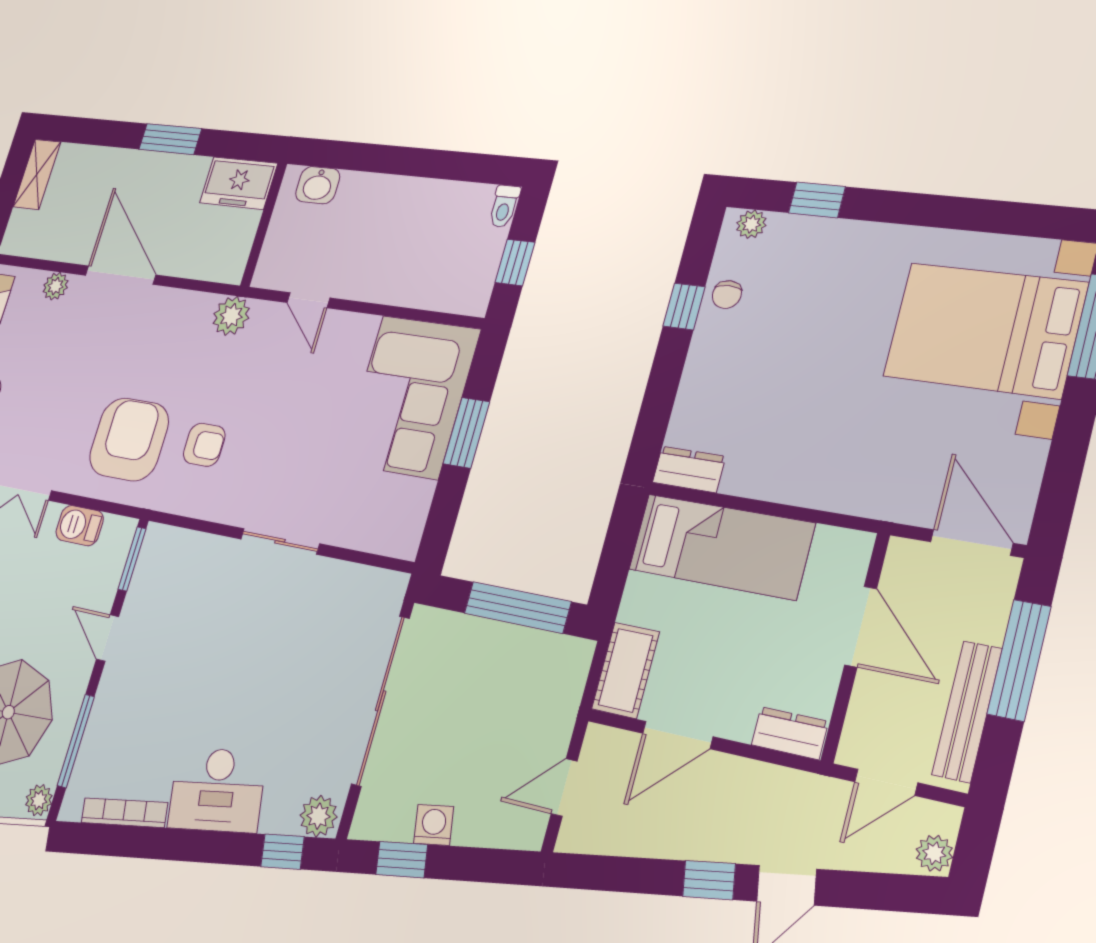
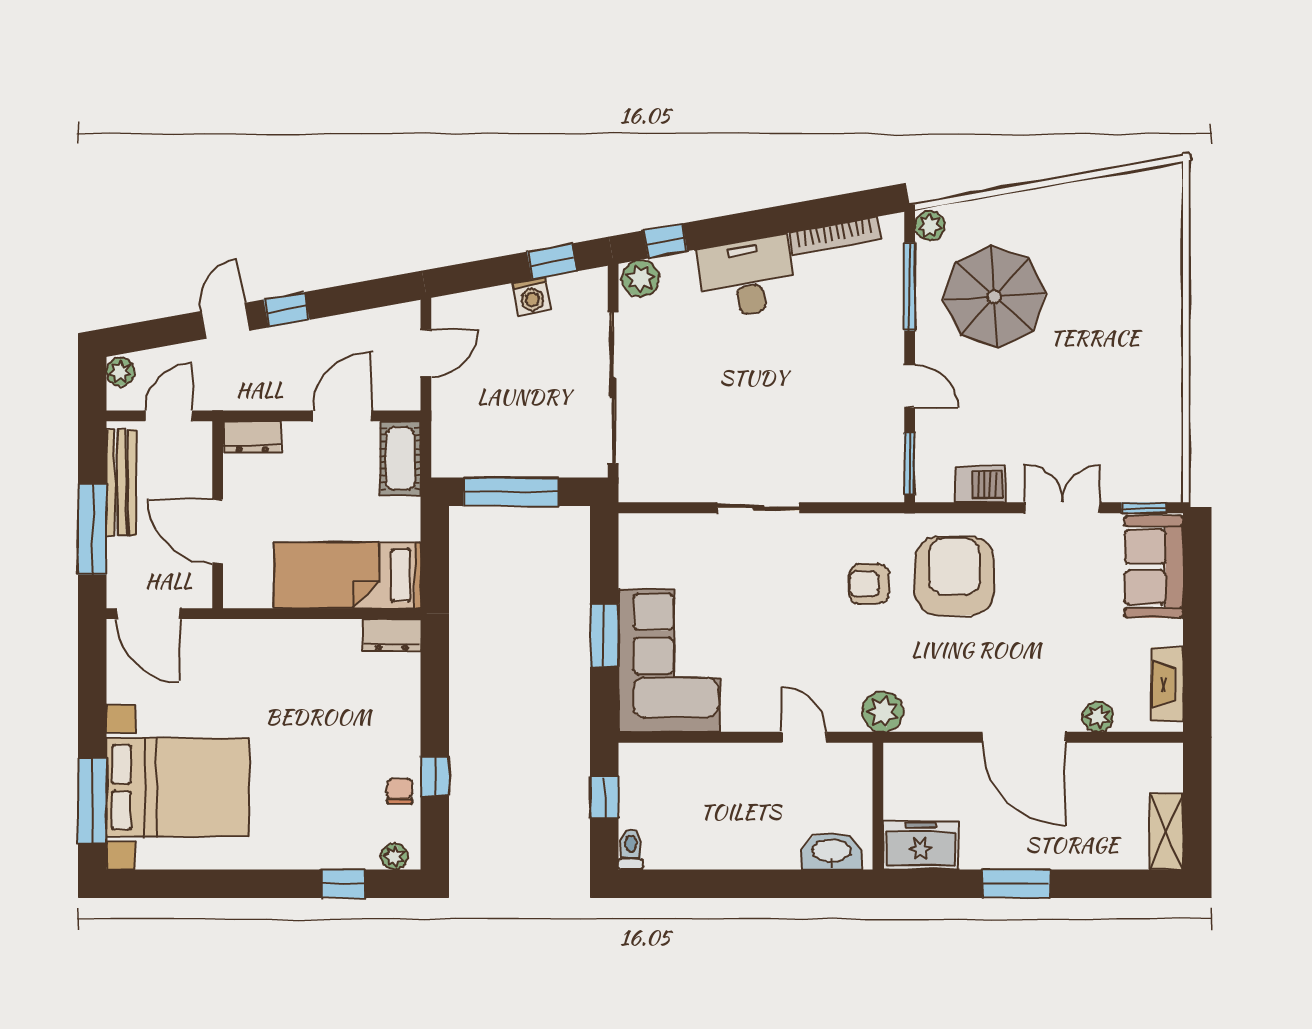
washbasin: (318, 185) -> (832, 851), width x1.38
armchair: (129, 439) -> (954, 576), turned 180

